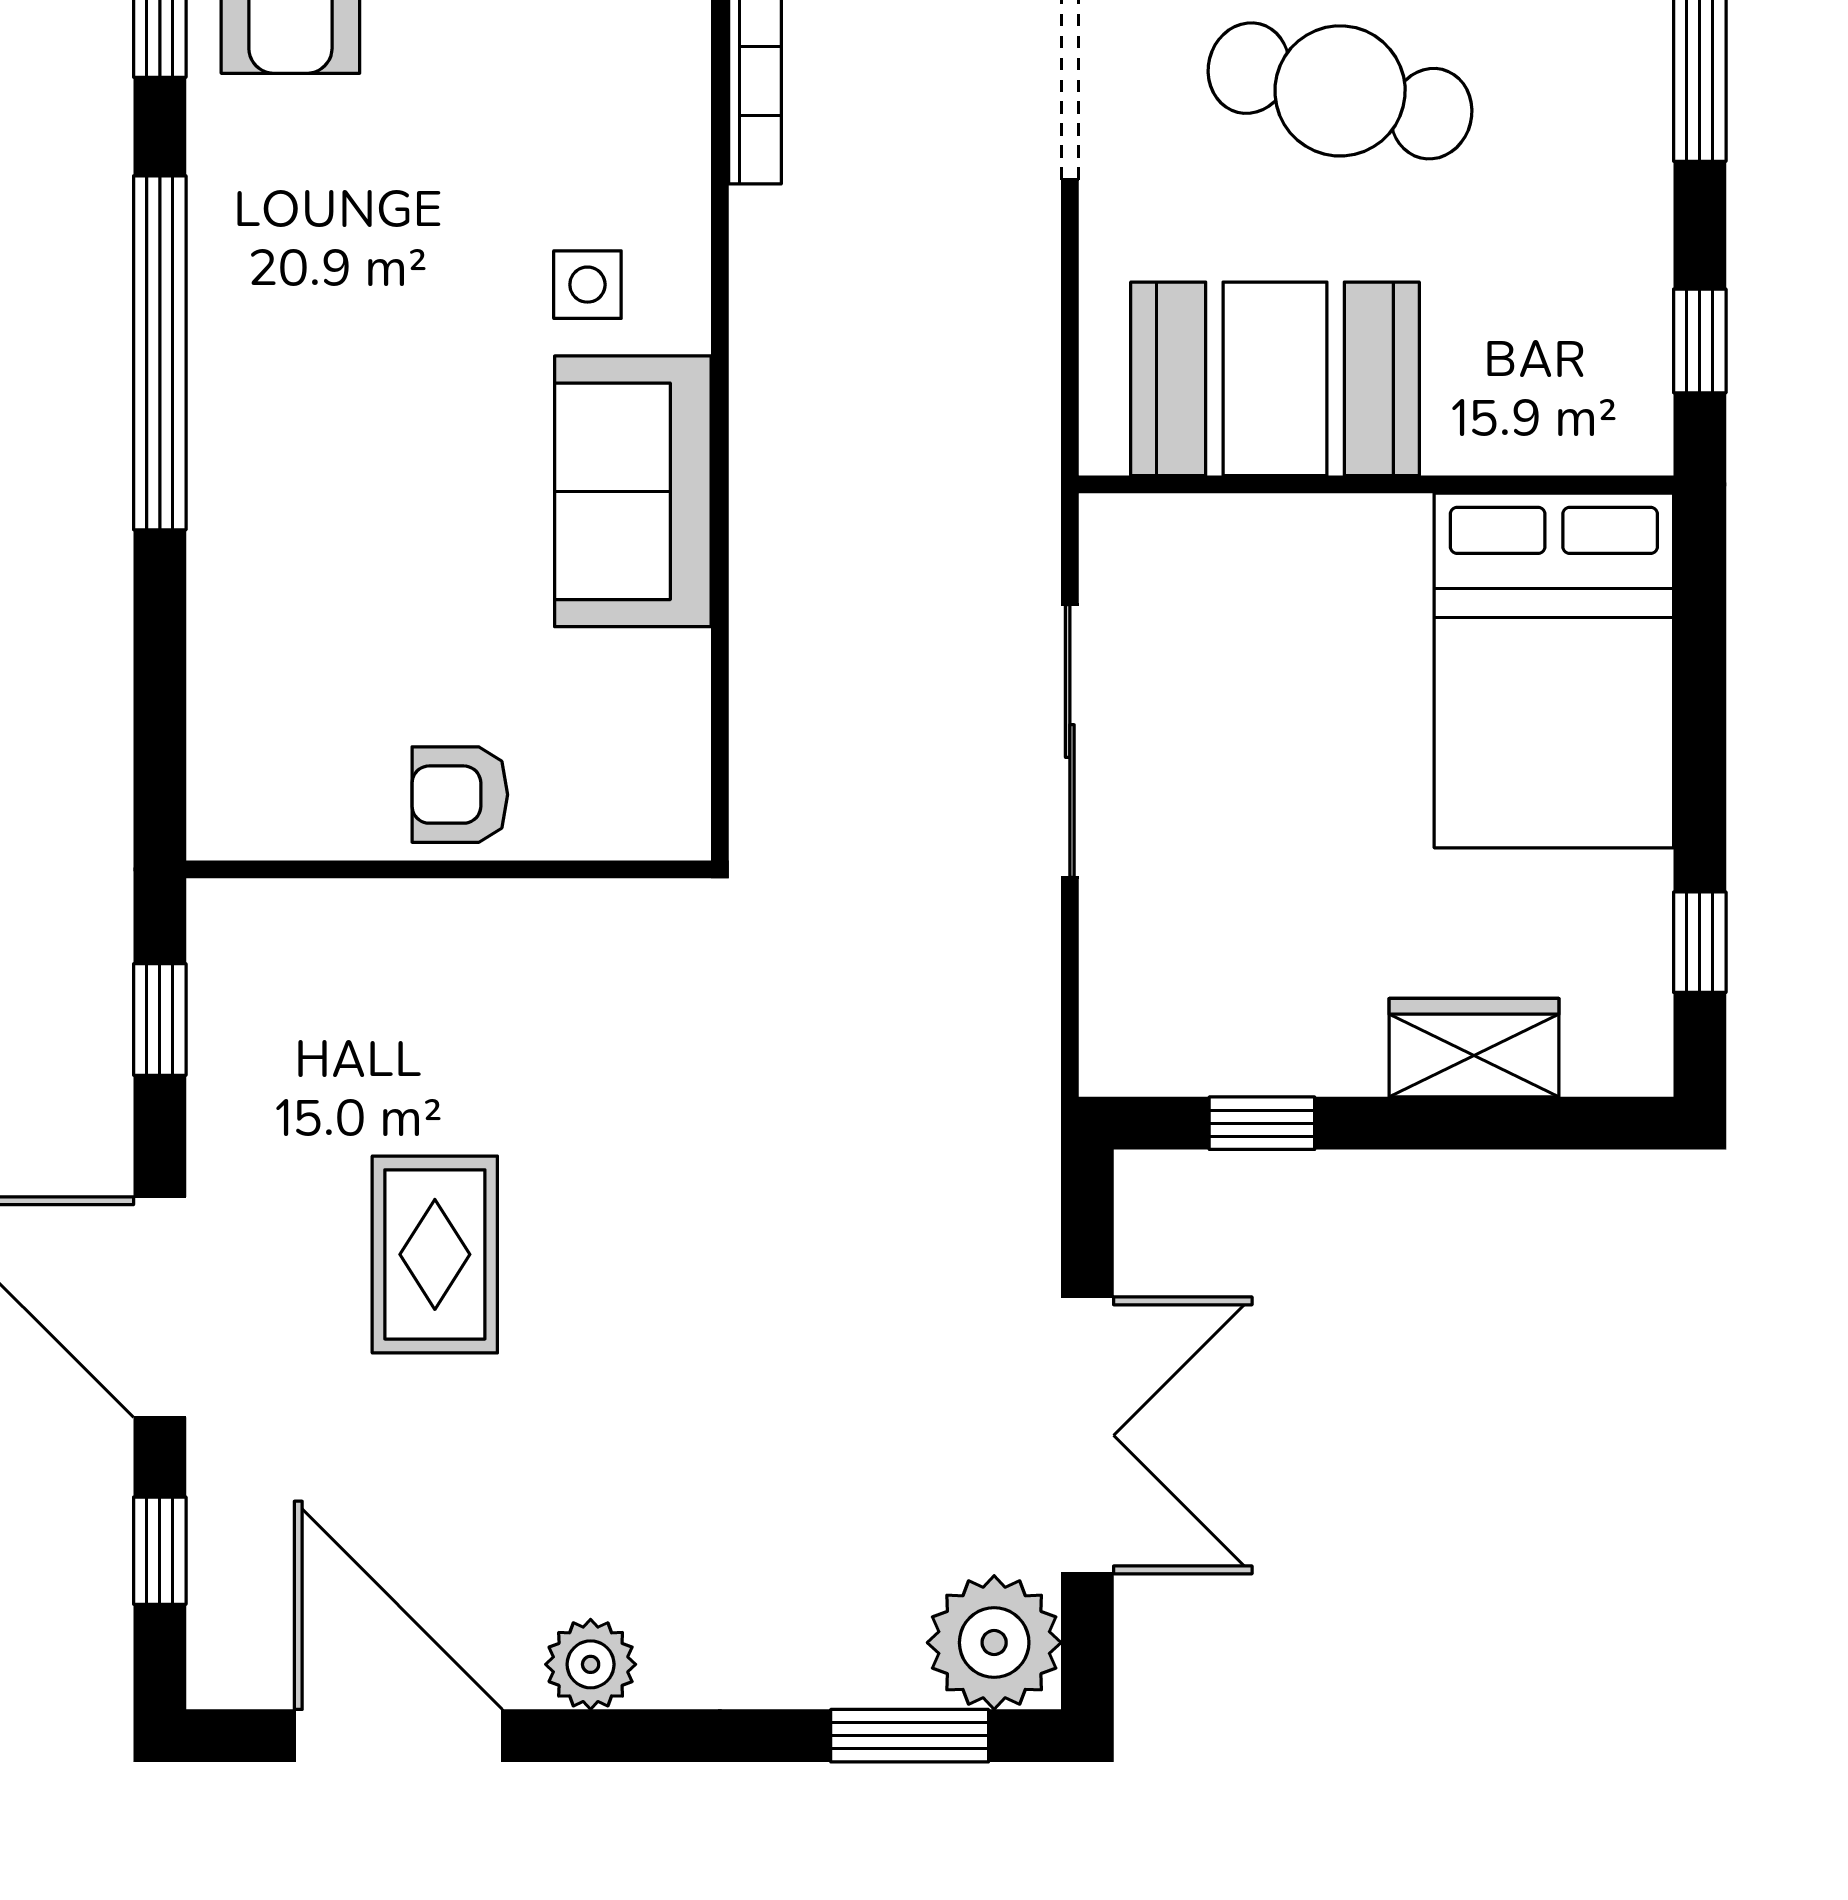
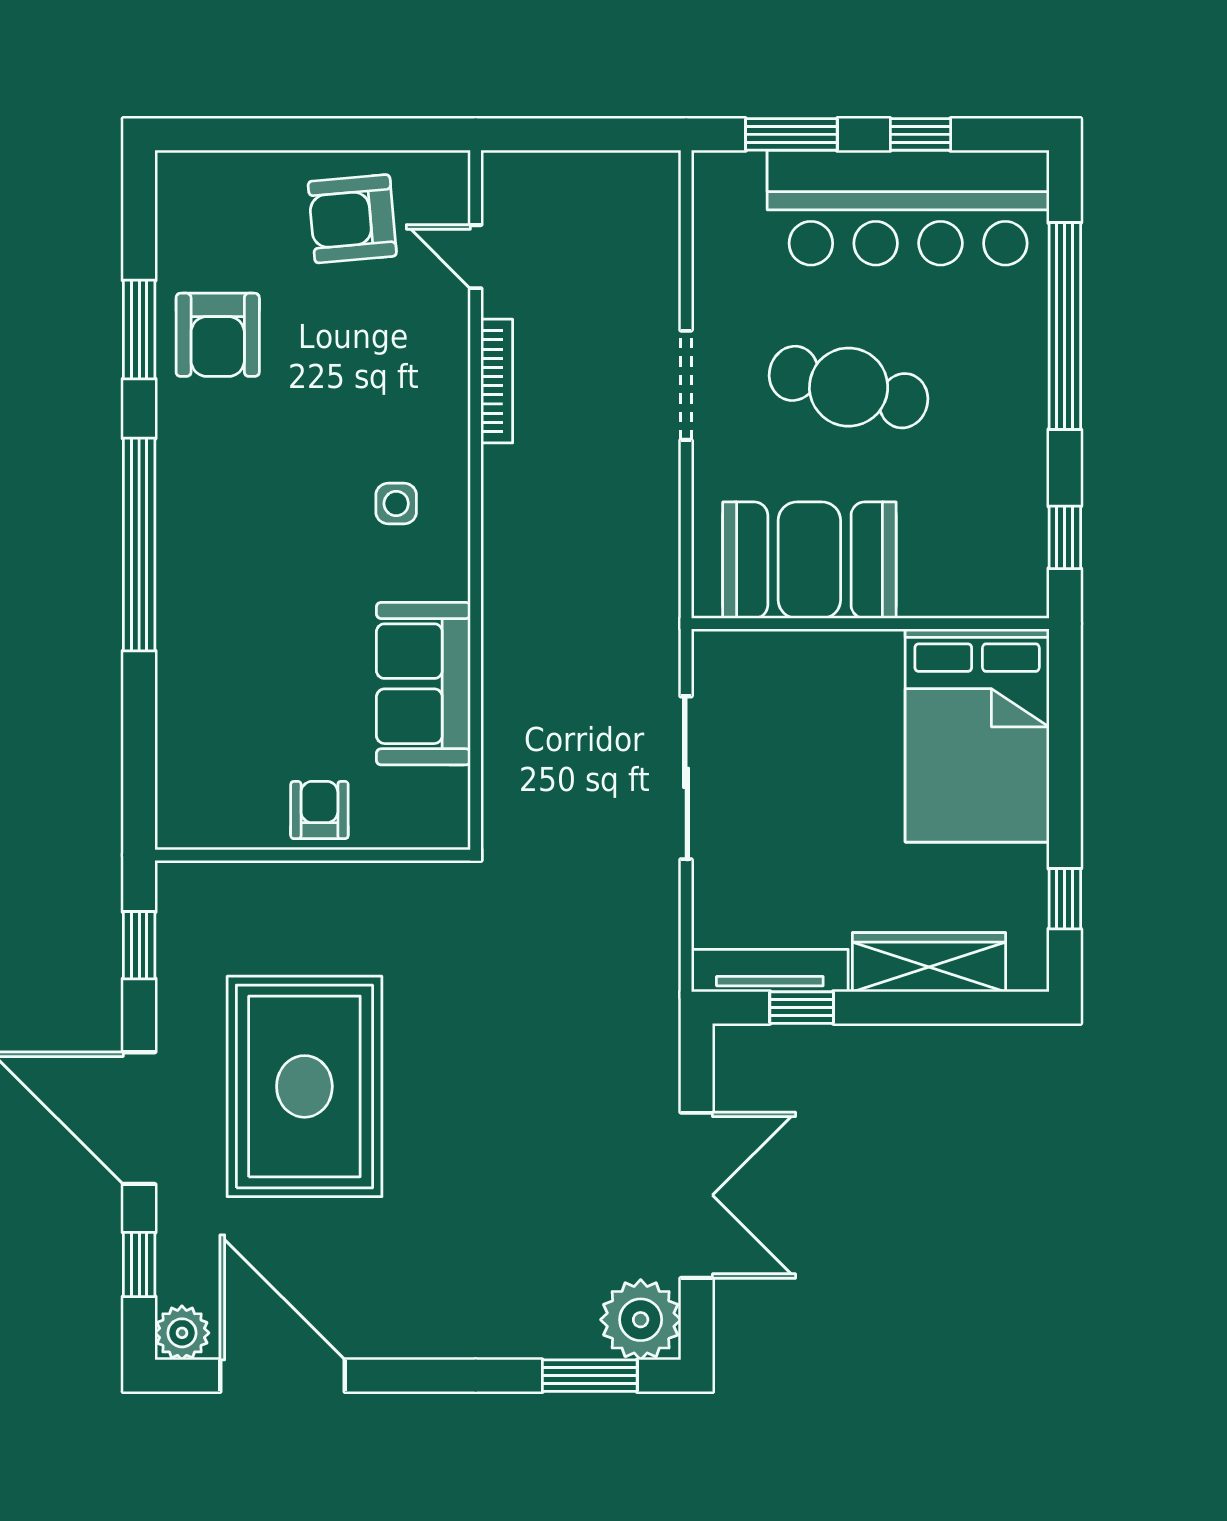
sofa: (633, 491) -> (423, 684), moved
armchair: (460, 795) -> (319, 810), turned 90
wardrobe: (1474, 1048) -> (929, 962), width x1.50
tv unit: (1209, 1062) -> (770, 971), added
rug: (435, 1254) -> (304, 1086), width x1.86, depth x2.06
plant: (591, 1664) -> (182, 1333), moved

